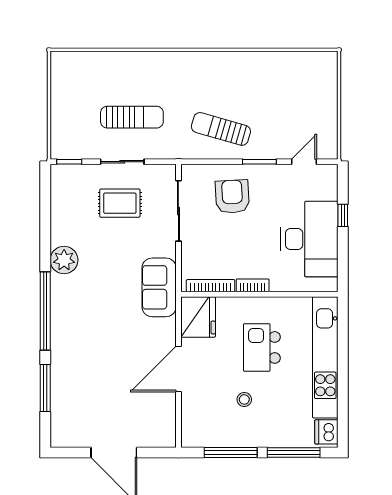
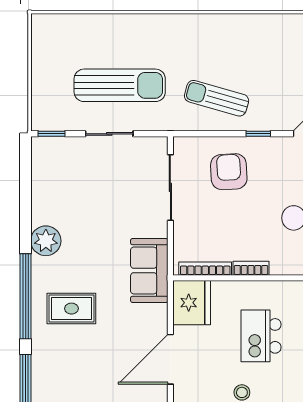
sun lounger: (132, 117) -> (120, 85), width x1.36, depth x1.34
window: (259, 162) -> (258, 134), width x0.67
rug: (120, 203) -> (71, 309), moved

